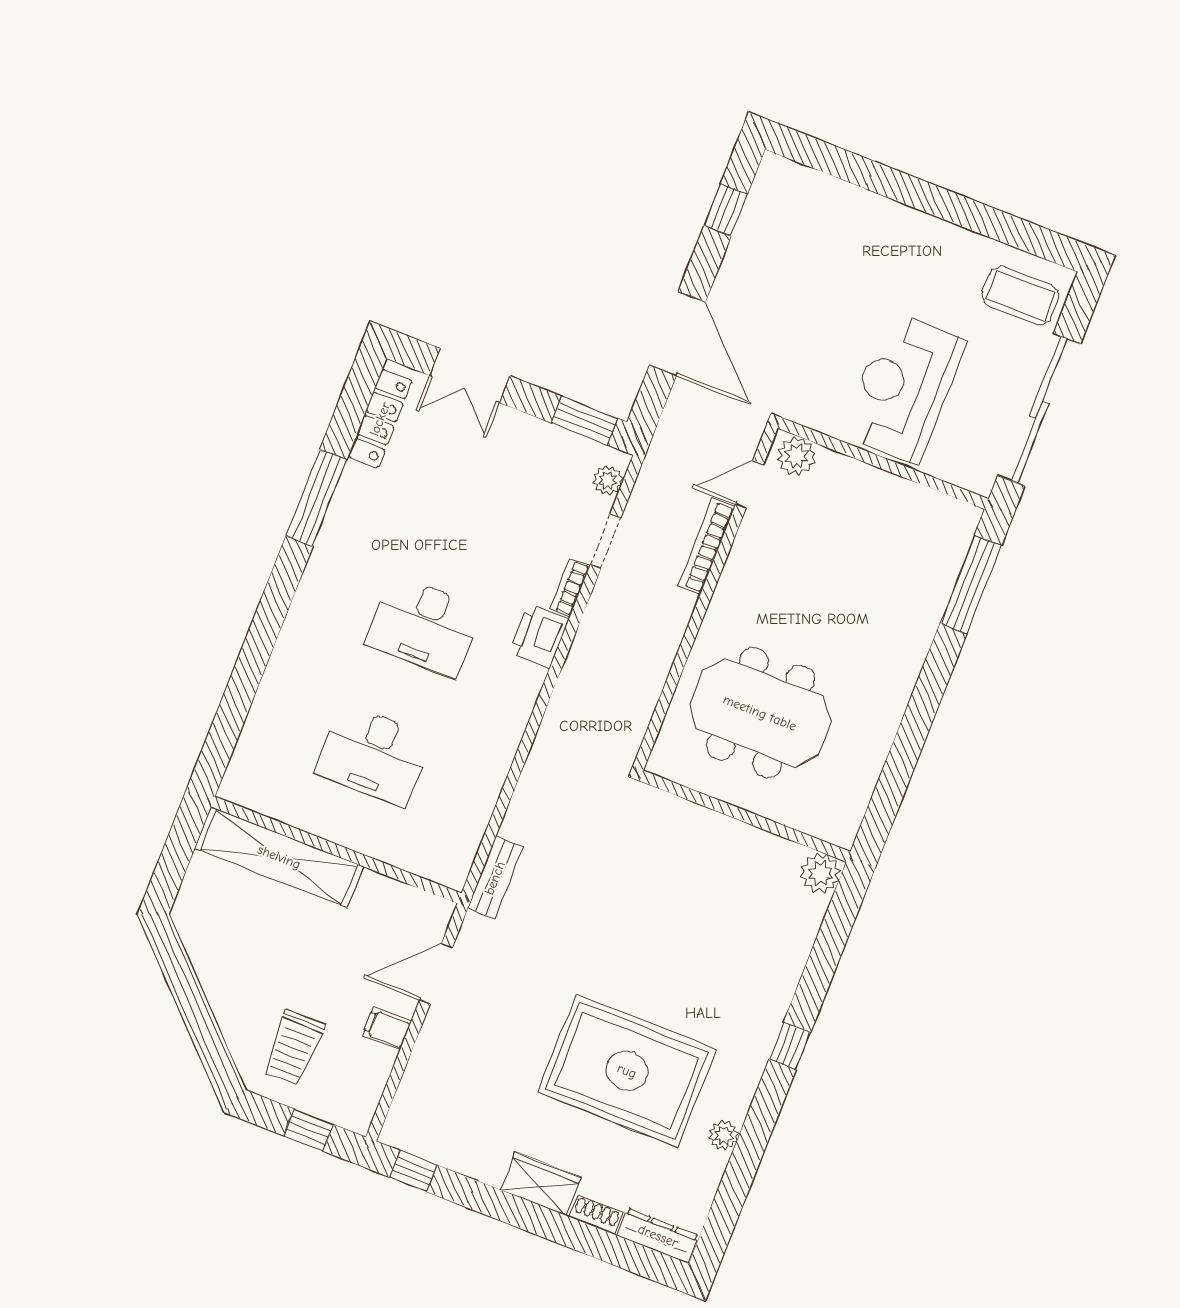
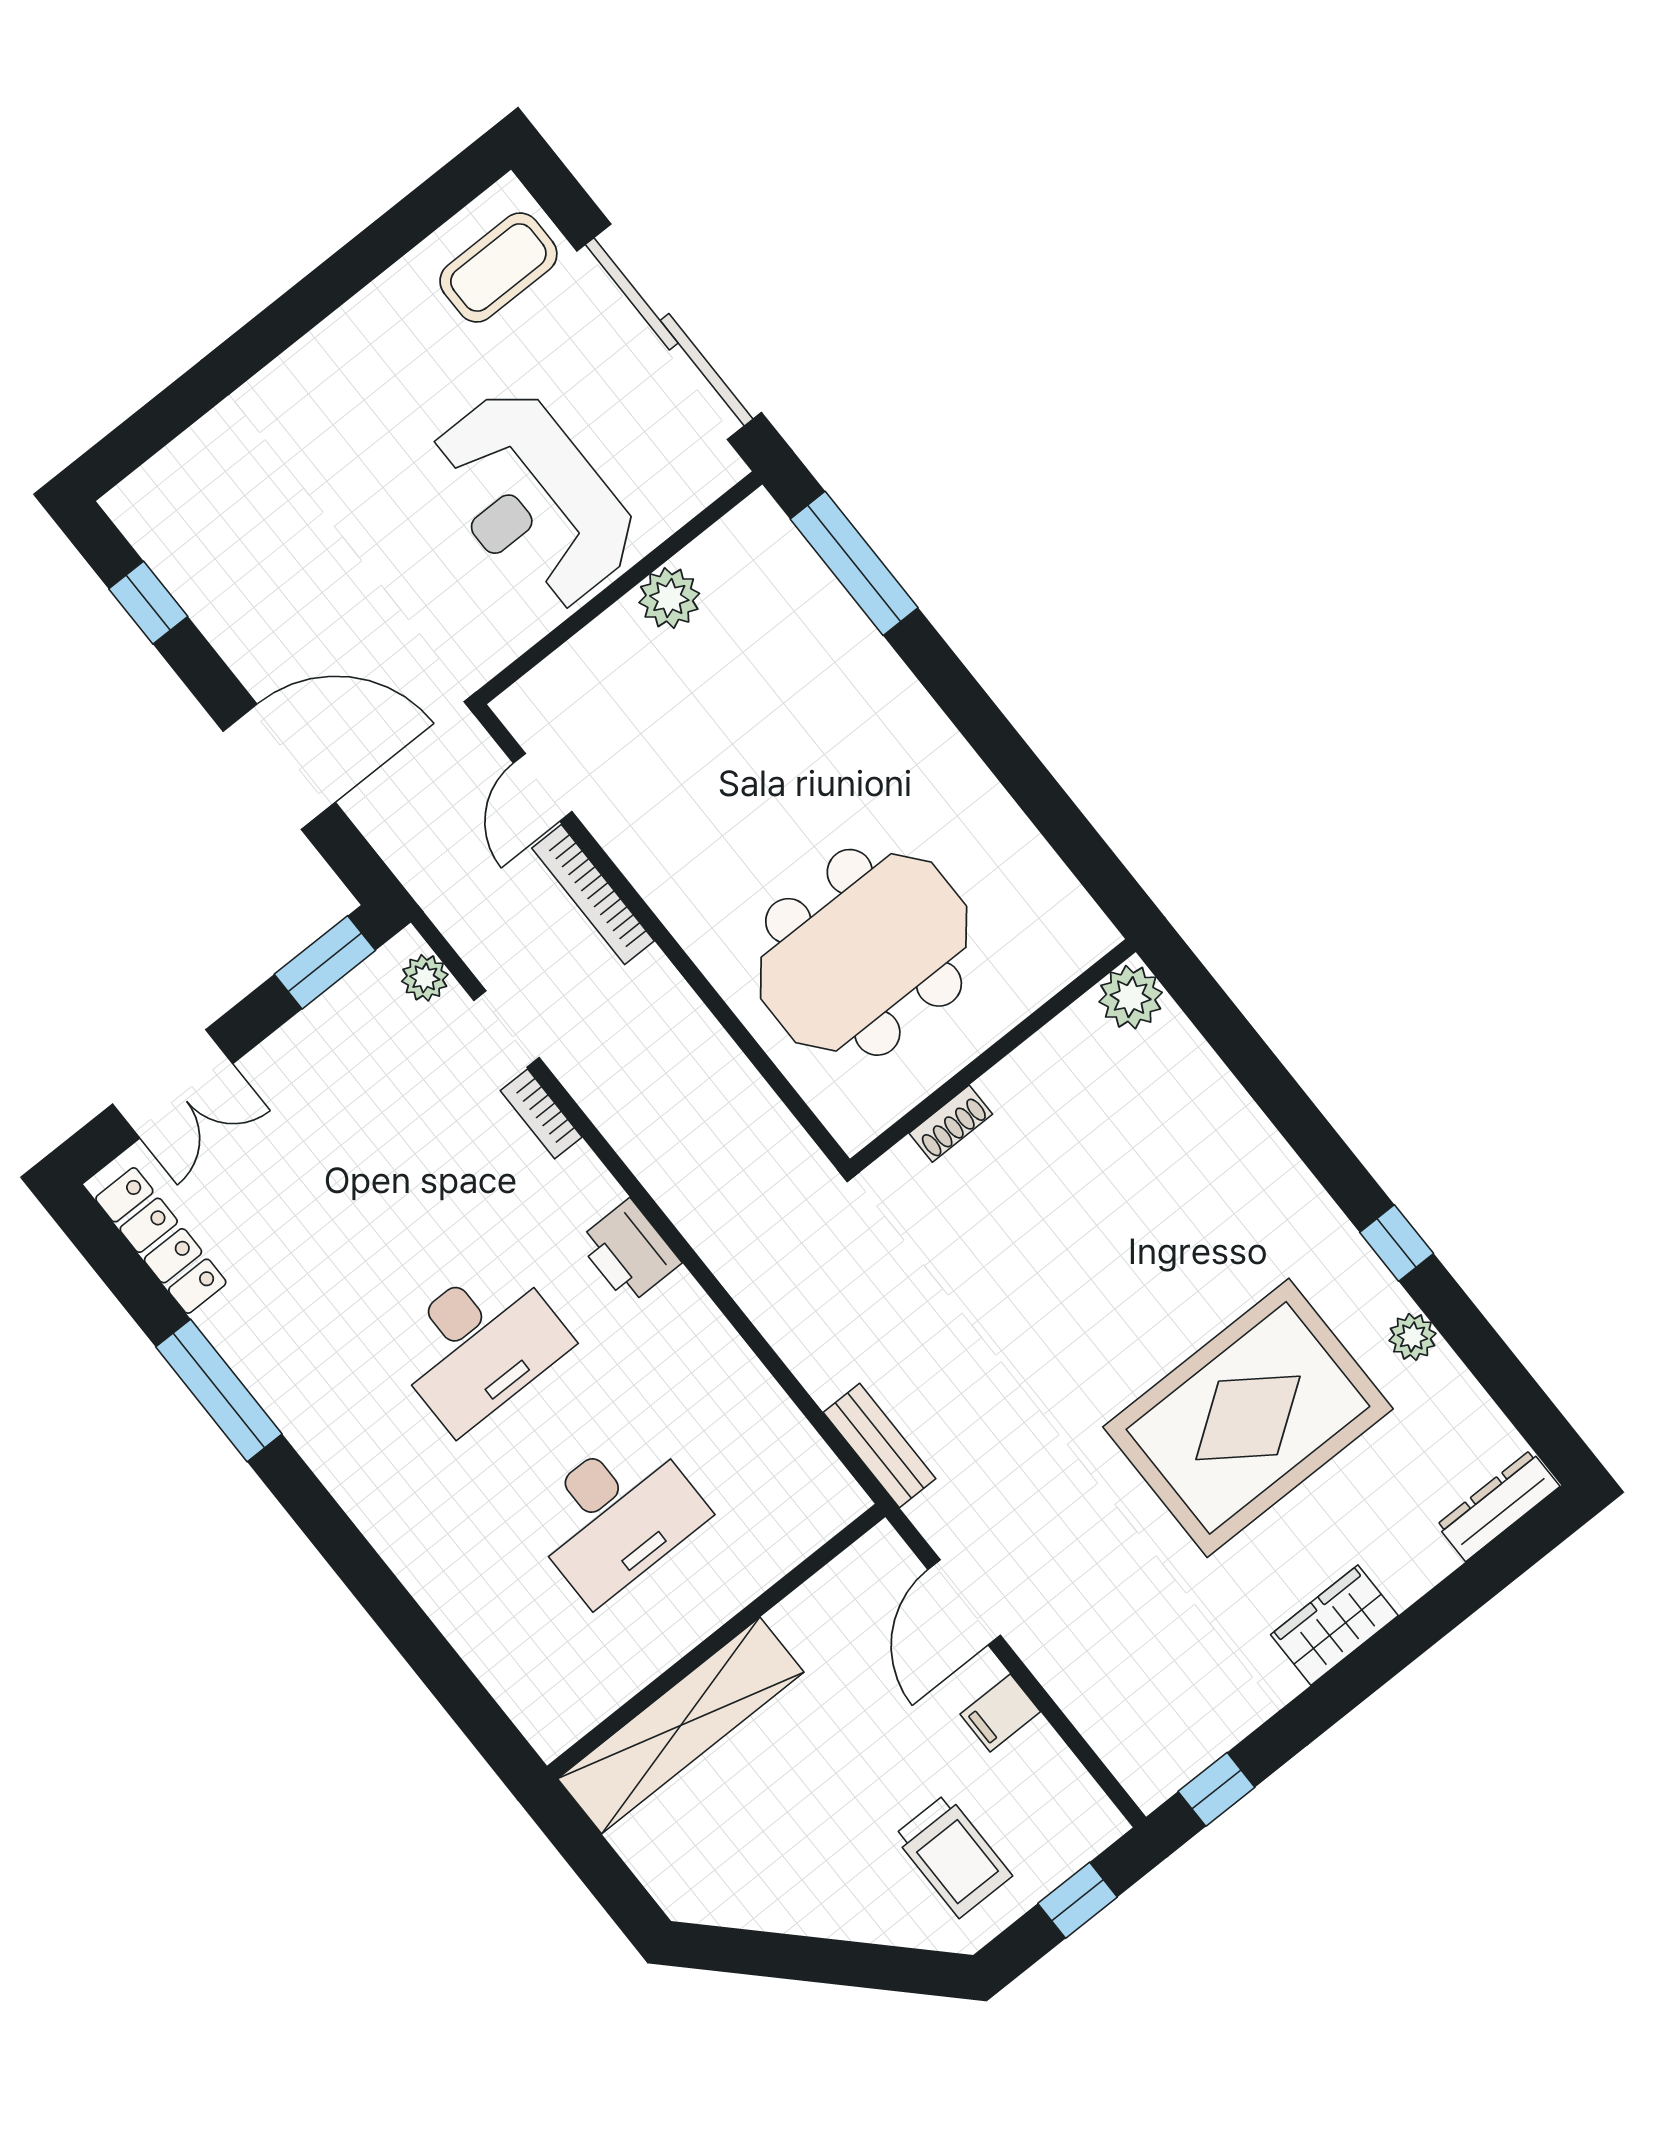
plant: (796, 456) -> (669, 598), moved
printer: (539, 636) -> (629, 1252), moved
window: (790, 1046) -> (1397, 1243), moved
shoe rack: (596, 1215) -> (951, 1124), moved, turned 180

